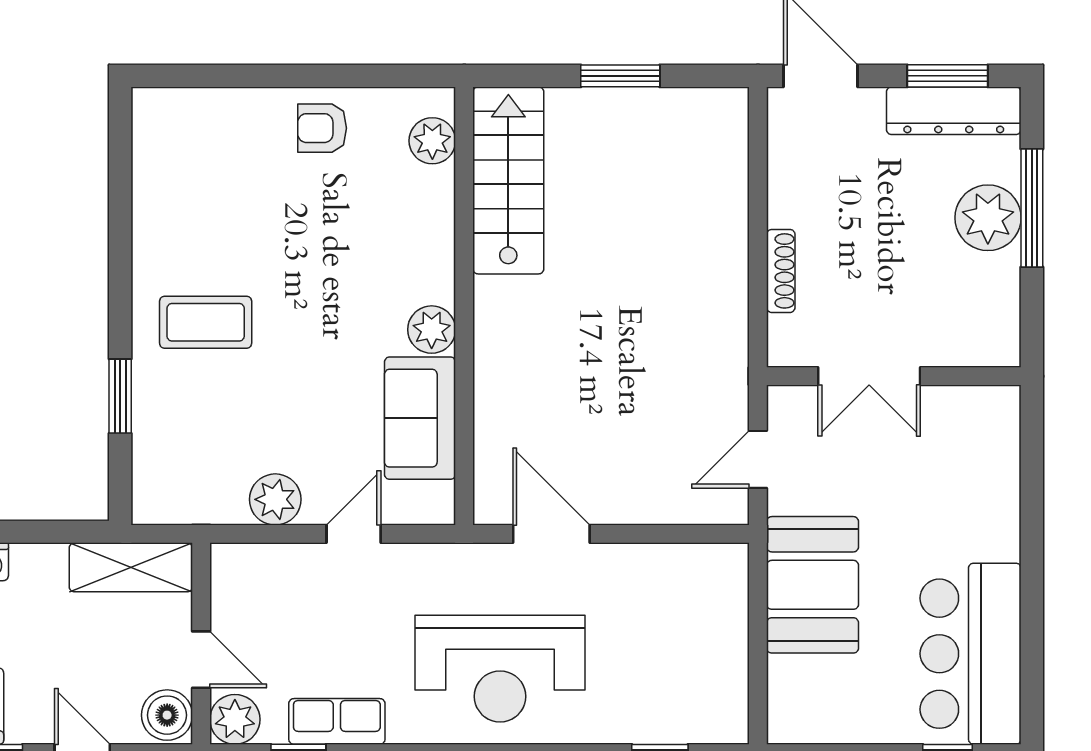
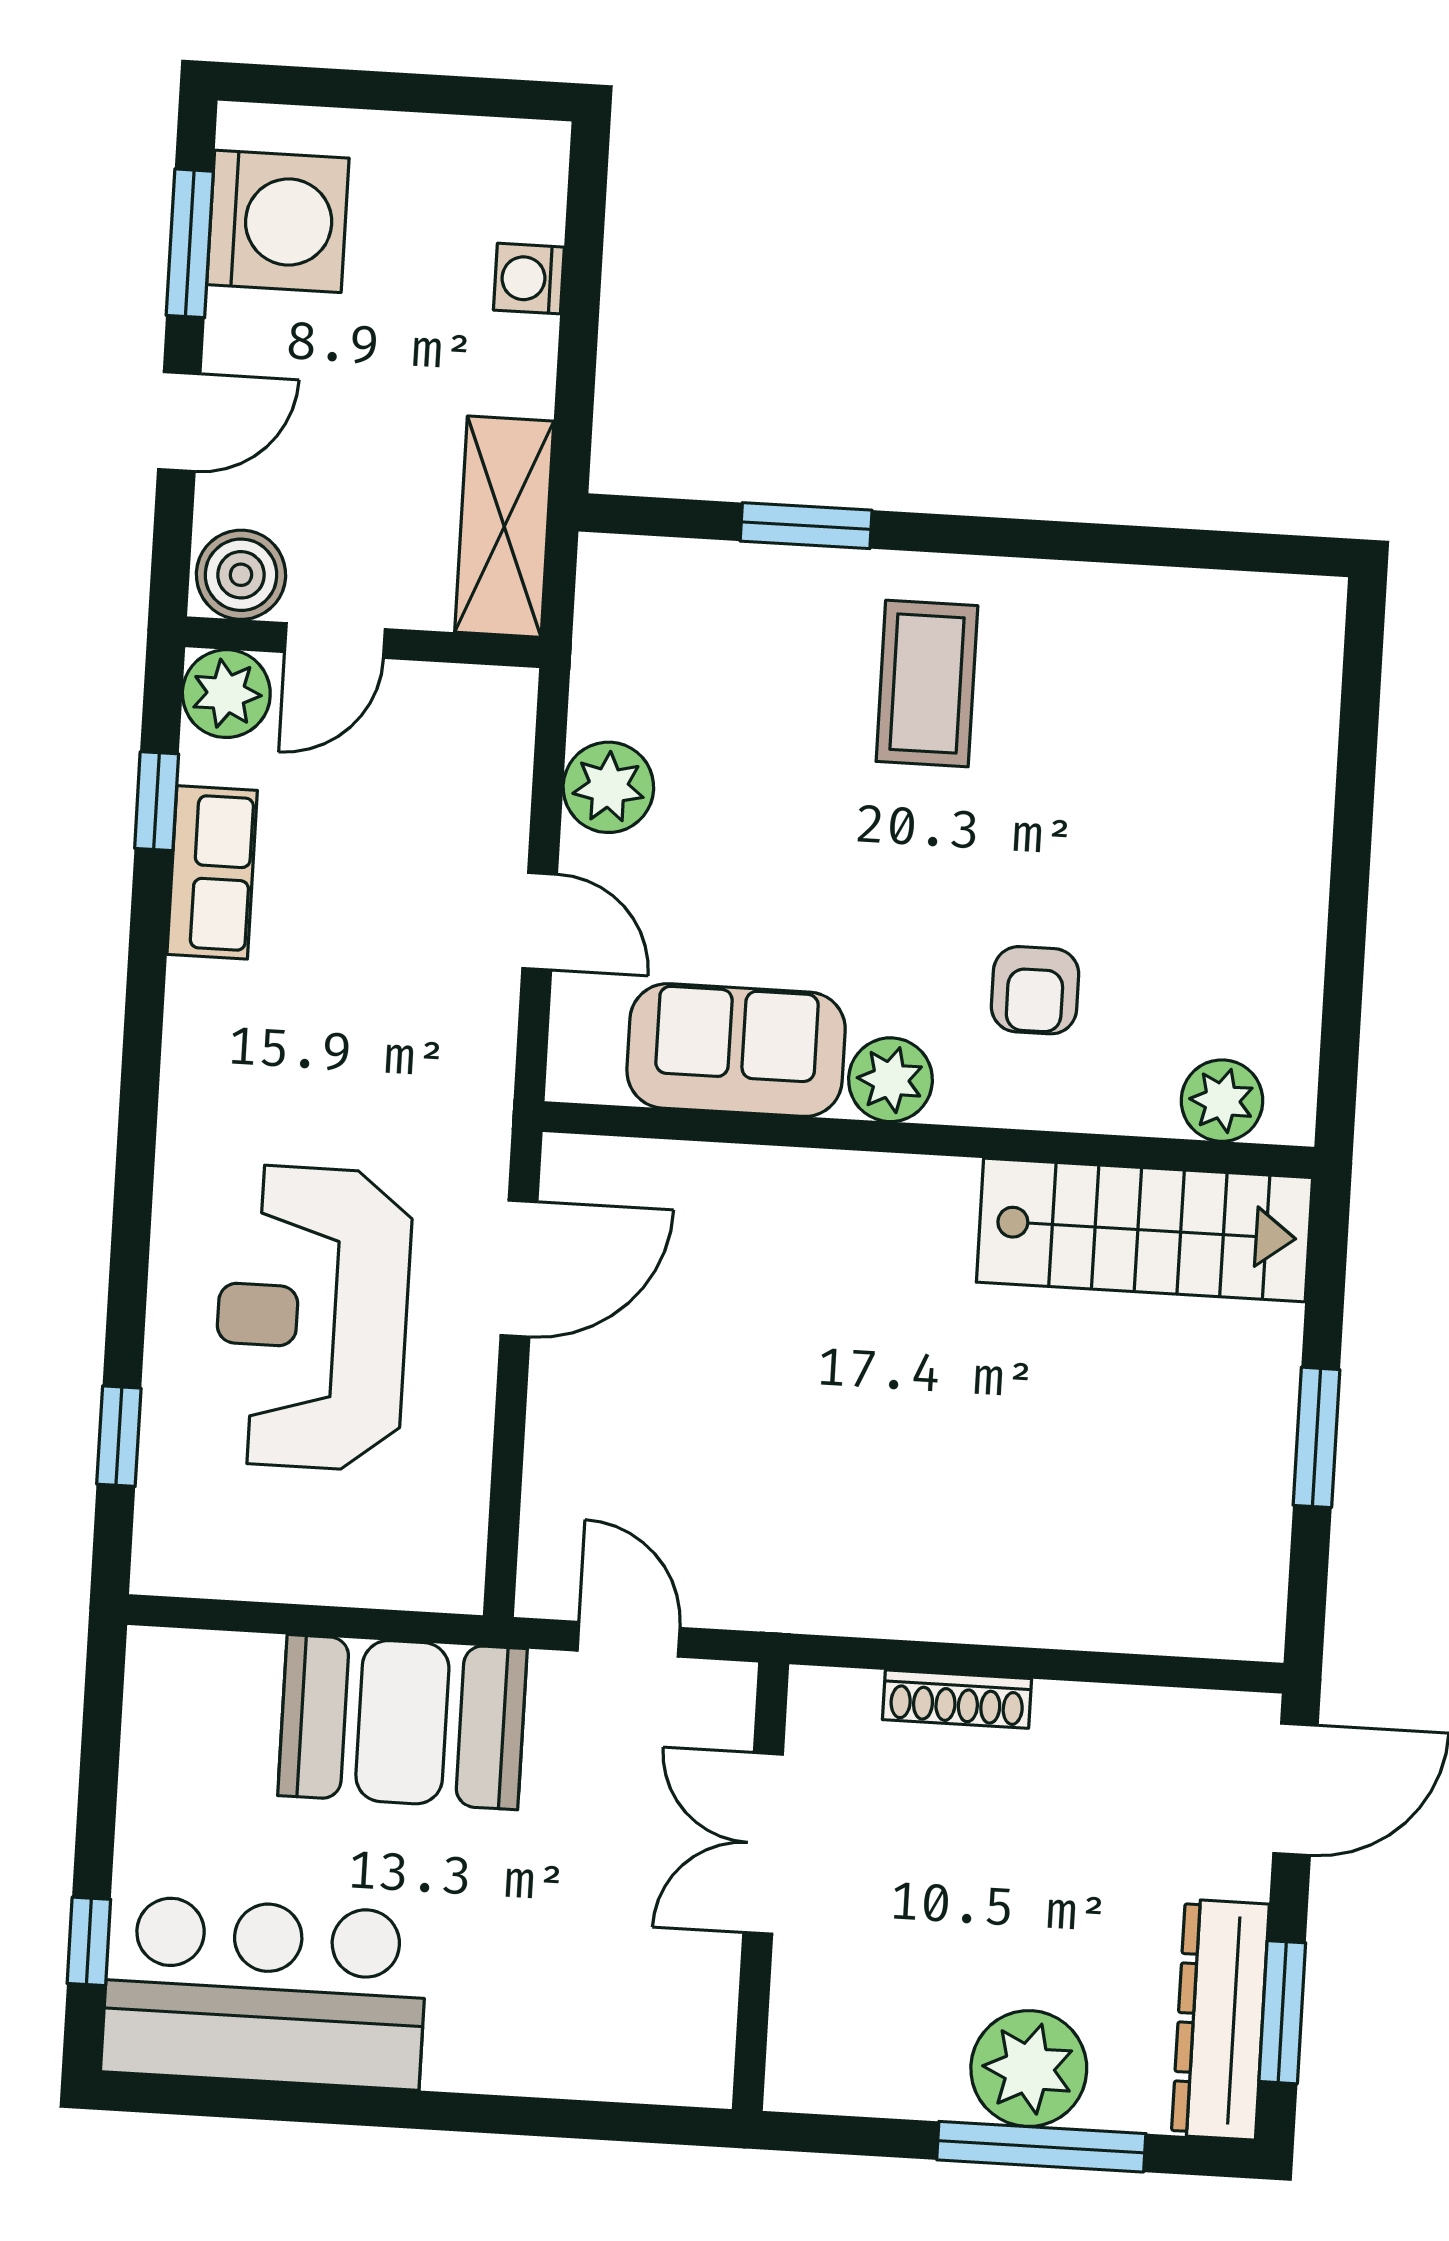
armchair: (322, 128) -> (1035, 990), moved, turned 180
reception desk: (500, 669) -> (312, 1318), moved

